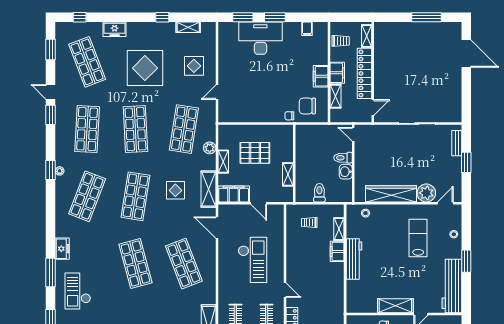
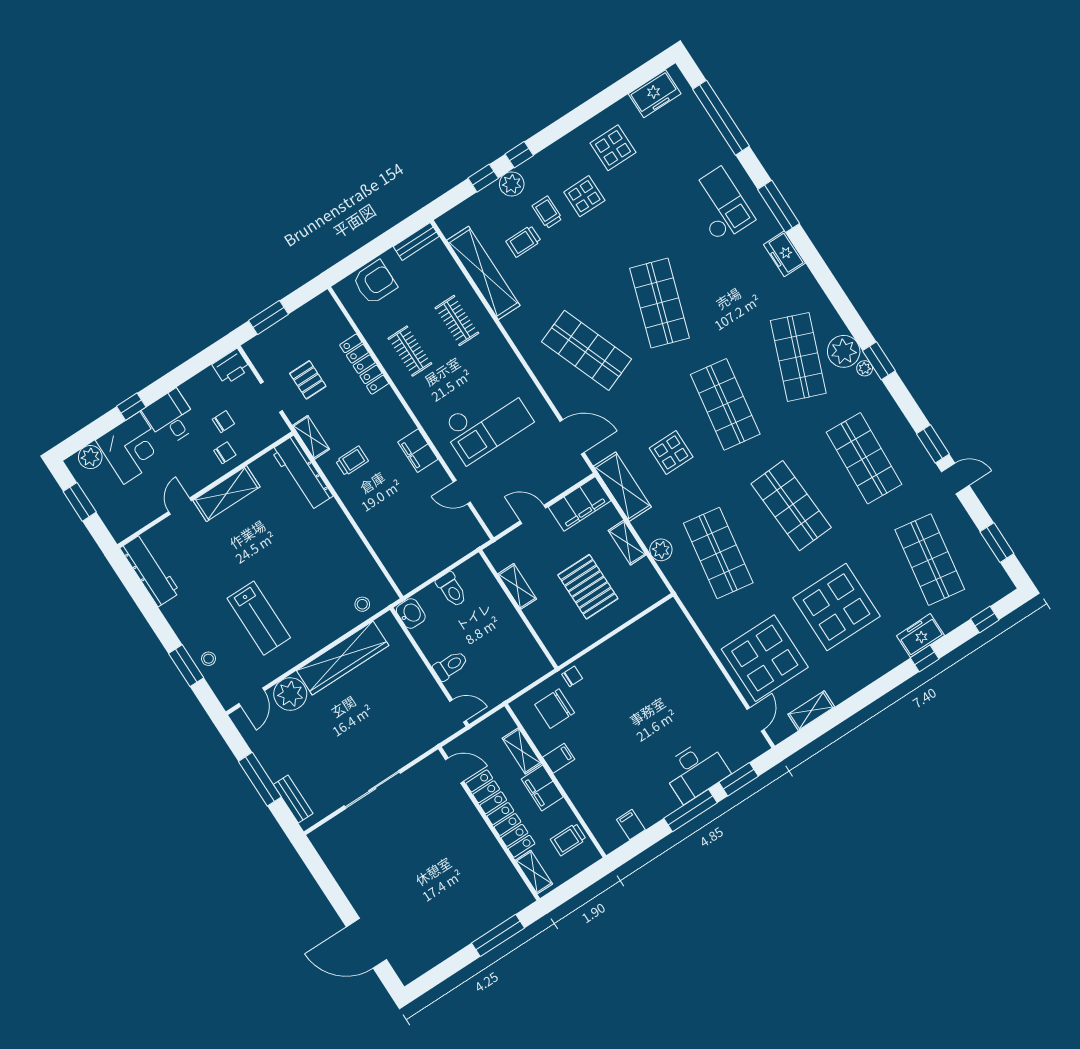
window: (162, 17) -> (925, 658), moved
window: (275, 17) -> (690, 811), width x1.44
window: (426, 17) -> (498, 935), moved
desk: (260, 38) -> (695, 771), width x0.73, depth x0.77
shop shelf: (87, 62) -> (930, 560), turned 30
display table: (194, 66) -> (765, 658), width x1.86, depth x1.86
filing cabinet: (321, 76) -> (559, 758), width x0.50
door: (217, 92) -> (755, 719), moved
chair: (307, 106) -> (555, 709), turned 180
door: (373, 108) -> (455, 770), swing flipped
pallet: (255, 153) -> (588, 587), turned 90
window: (466, 162) -> (260, 779), width x1.44
washbasin: (346, 172) -> (411, 613), moved
plant: (64, 185) -> (844, 351), added
trolley: (309, 223) -> (352, 461), moved
shelving: (339, 229) -> (311, 437), moved
filing cabinet: (337, 251) -> (418, 451), moved, turned 180
workbench: (354, 259) -> (302, 473), moved
checkout: (253, 260) -> (487, 423), turned -90
window: (466, 261) -> (186, 666), moved
shop shelf: (135, 264) -> (660, 303), turned 33
workbench: (452, 286) -> (150, 570), width x0.73, depth x0.76
door: (285, 290) -> (462, 492), moved

